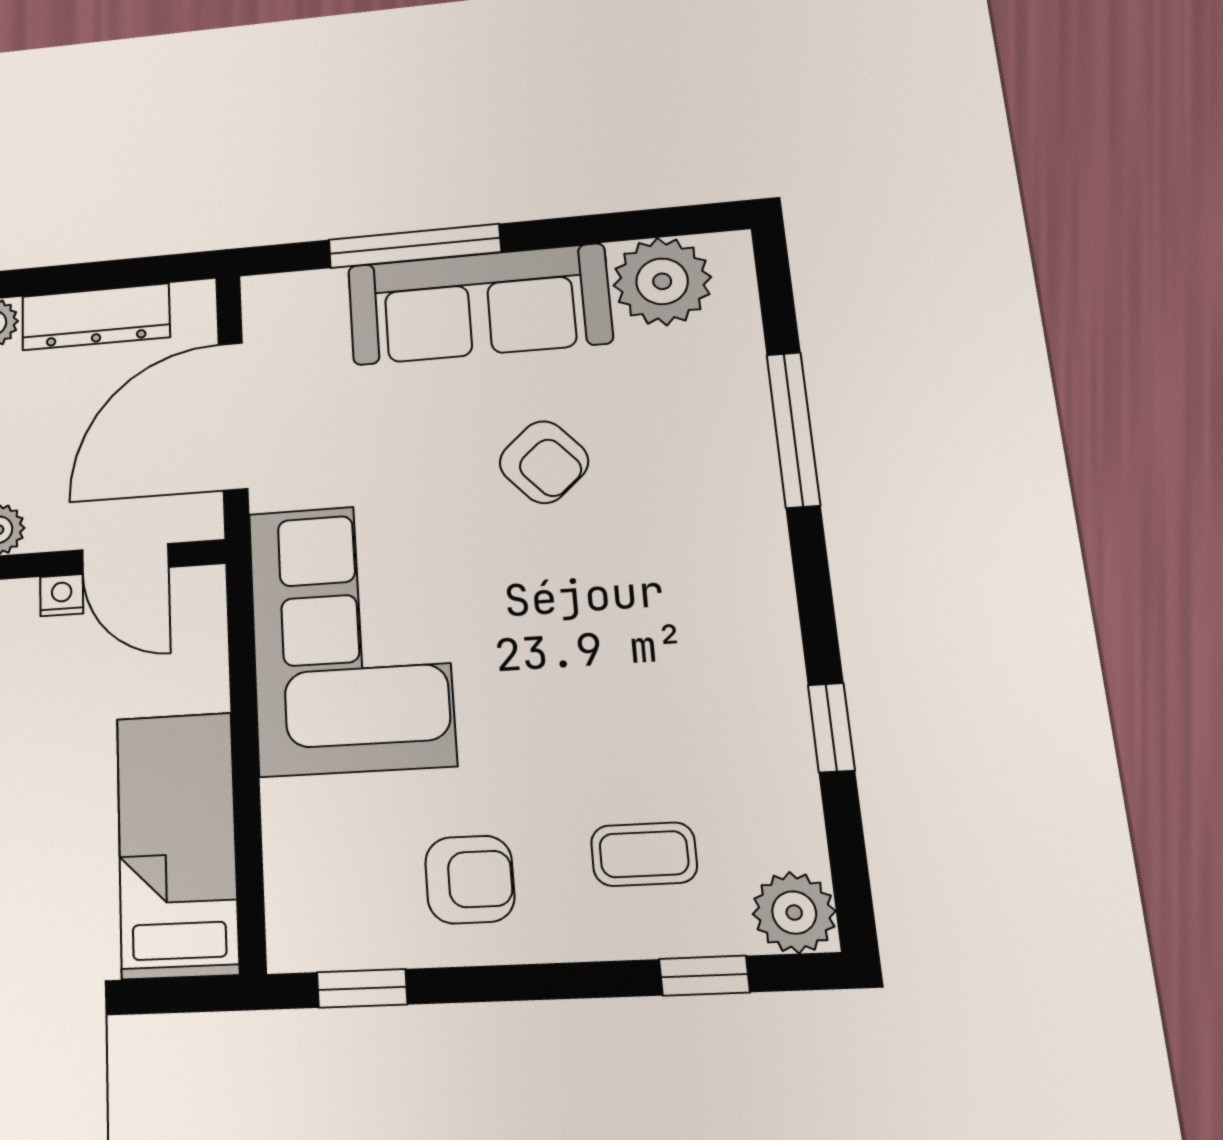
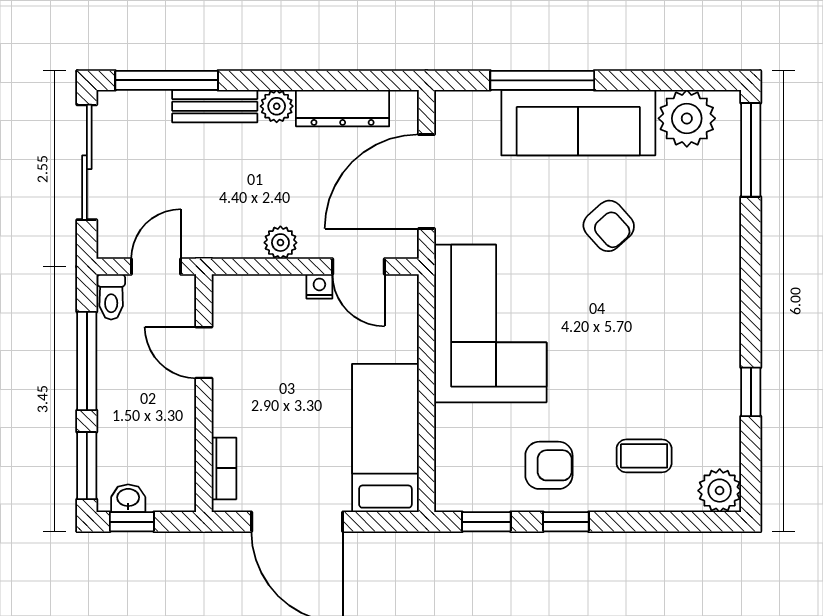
window: (793, 429) -> (751, 150), moved
window: (704, 976) -> (566, 522), moved

